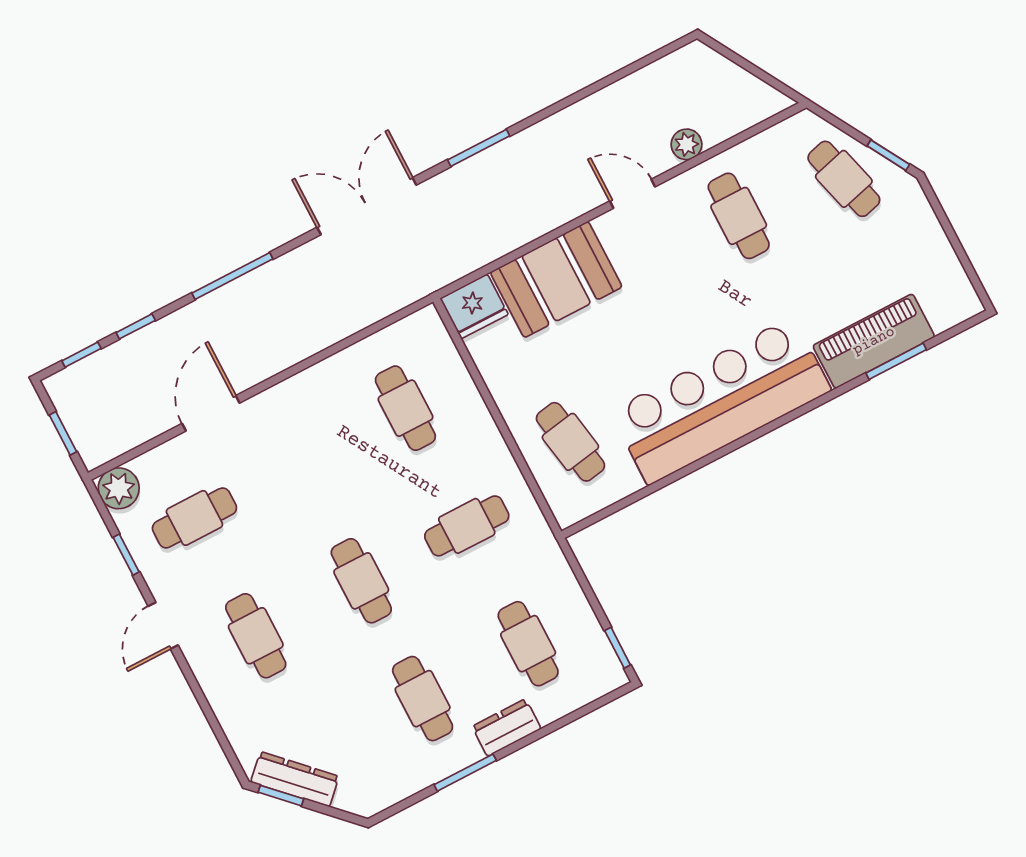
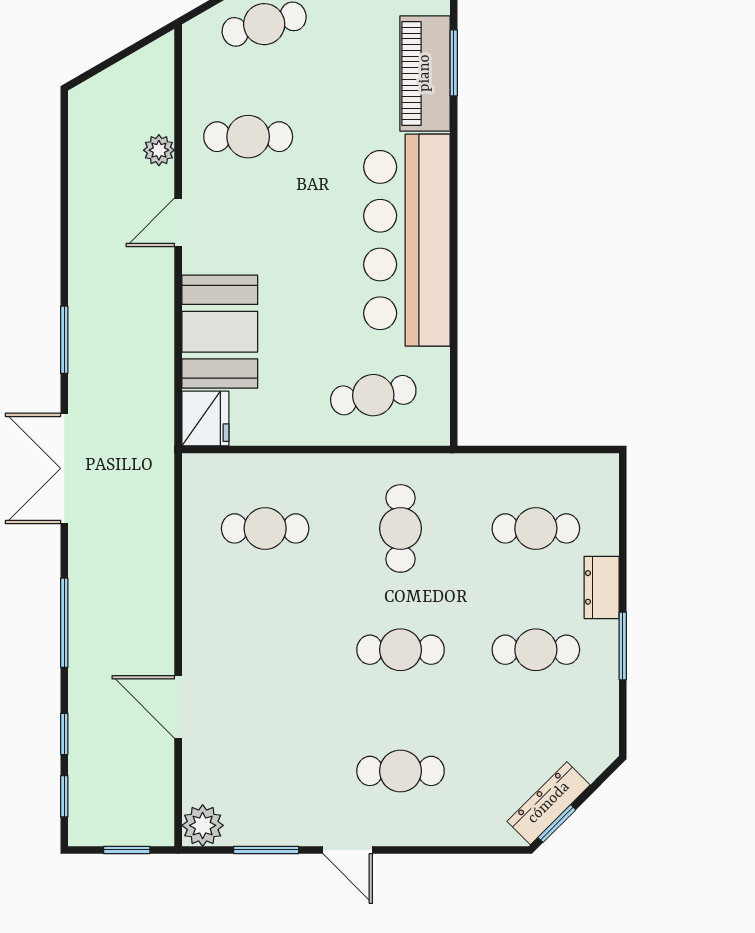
cafe table: (194, 518) -> (265, 771), removed
window: (126, 555) -> (266, 850), width x1.50
window: (618, 648) -> (582, 449), removed

